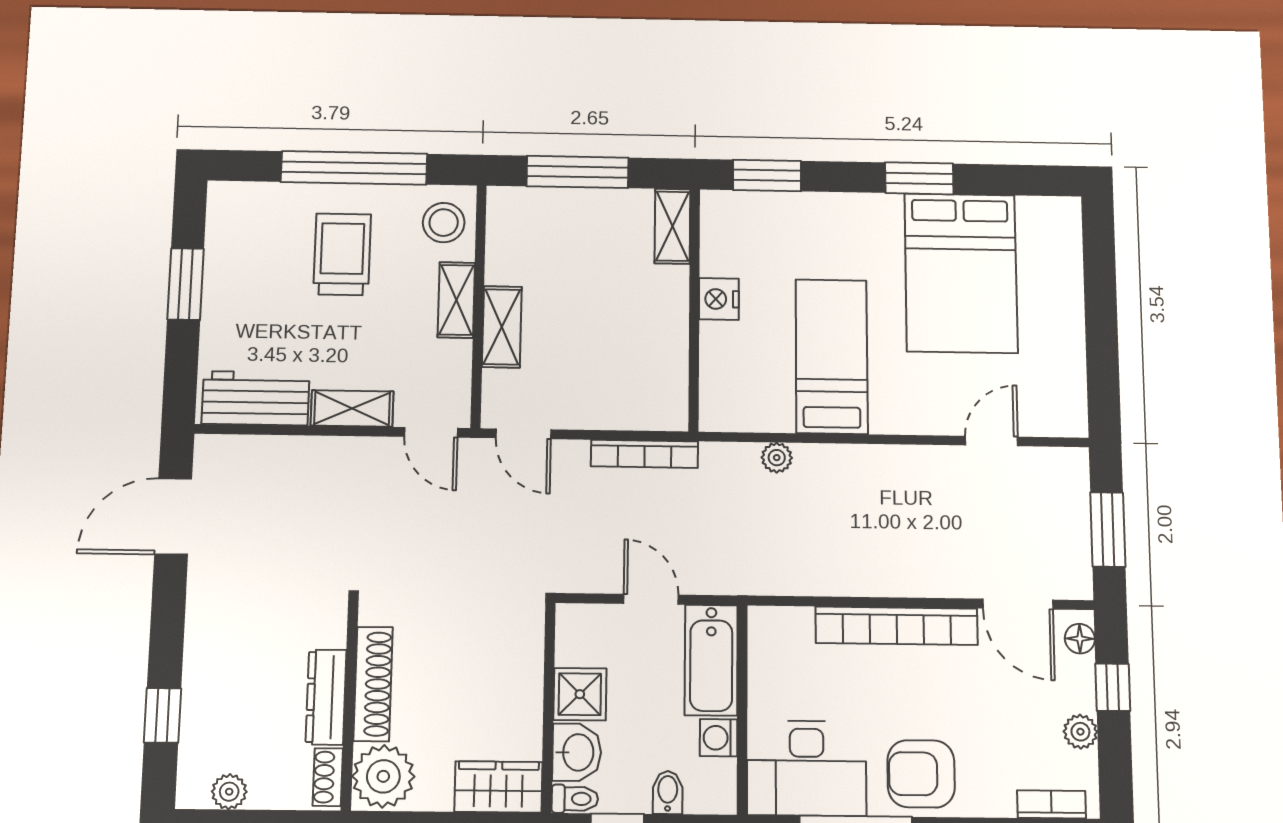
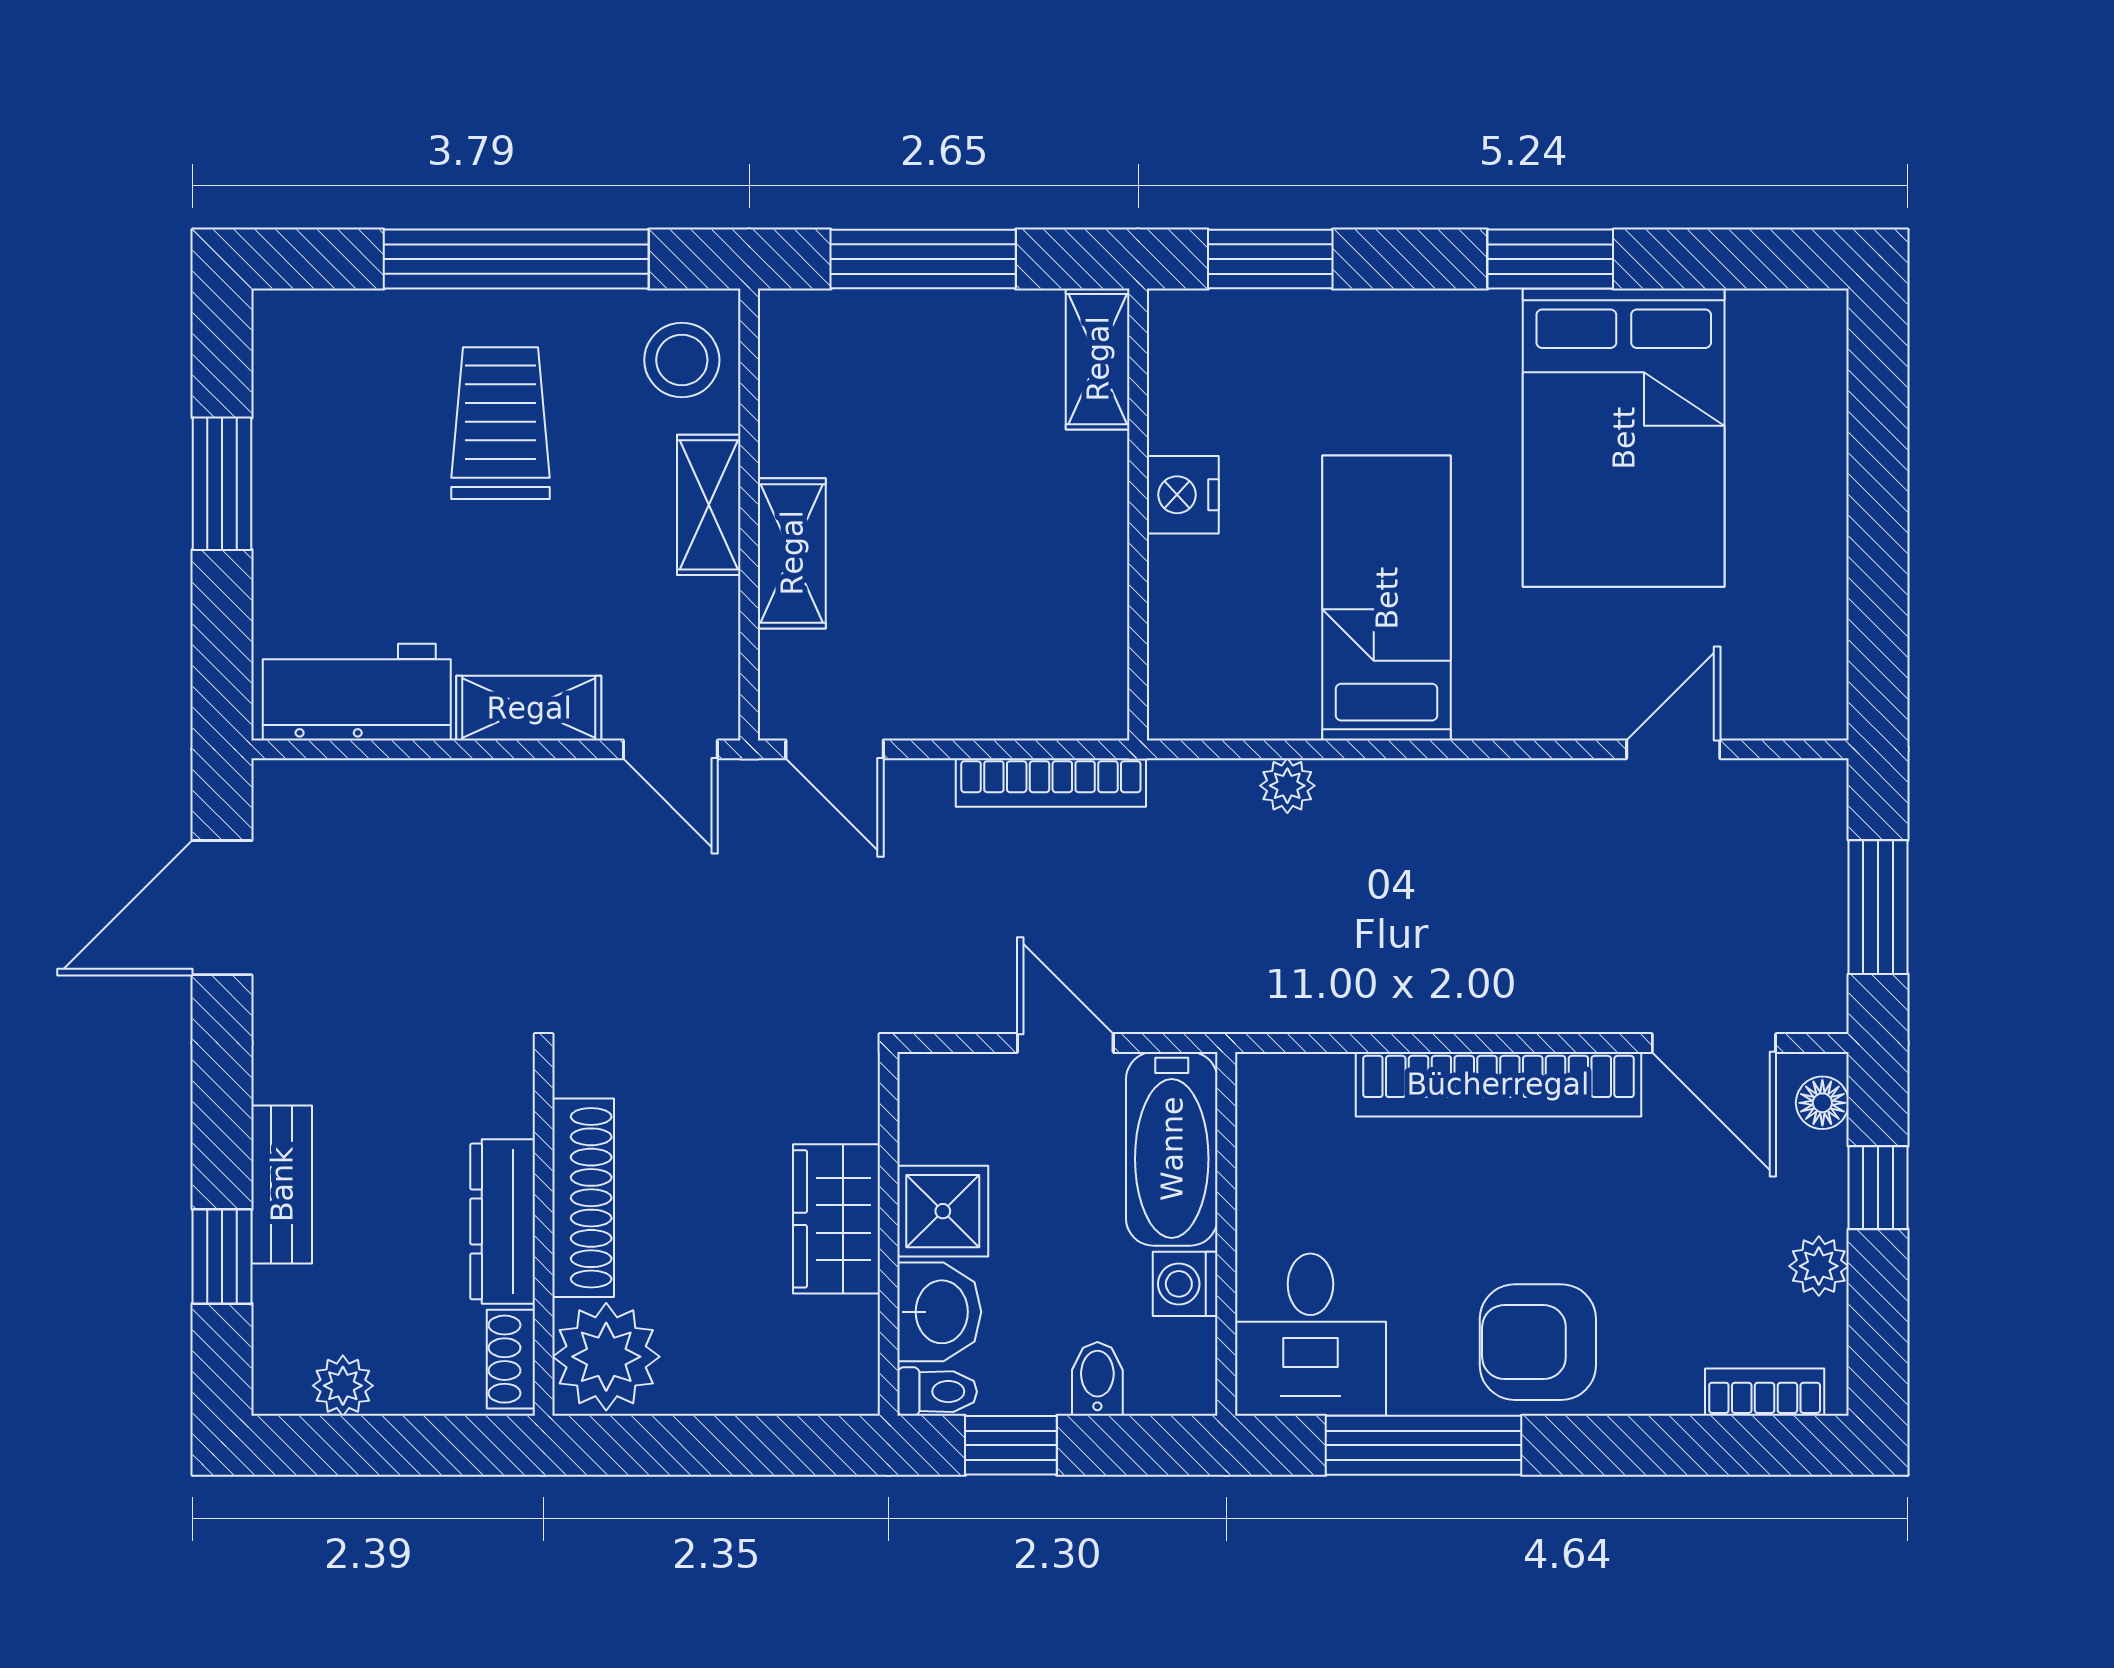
bench: (199, 674) -> (282, 1184), added
desk: (807, 768) -> (1310, 1335), width x0.73
wardrobe: (498, 787) -> (836, 1219), moved, turned -90

